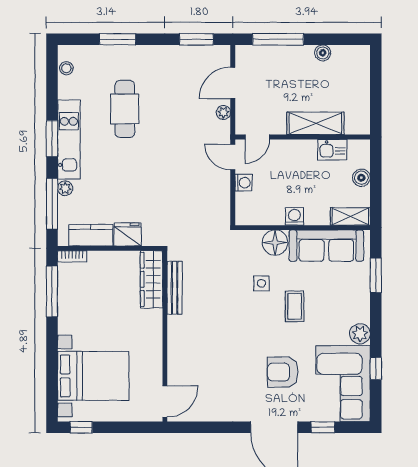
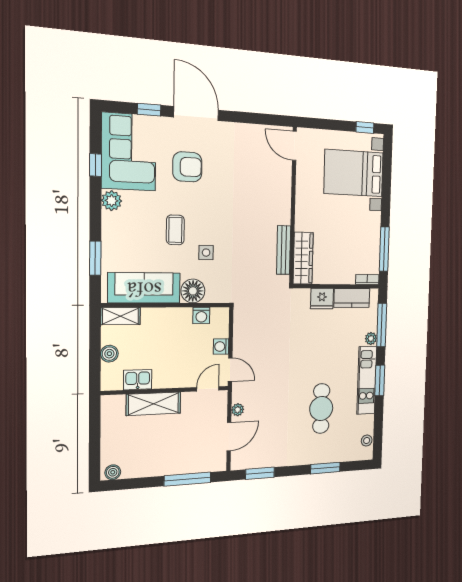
boiler: (323, 53) -> (113, 472), moved
washing machine: (294, 216) -> (201, 315), moved
door: (165, 401) -> (294, 146), hinge flipped

